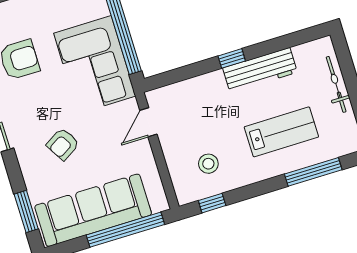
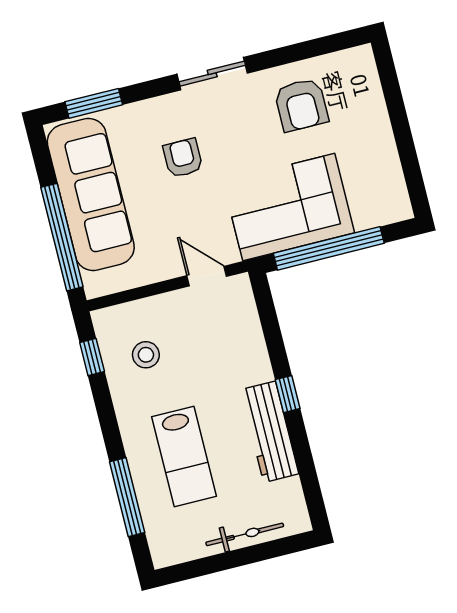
armchair: (63, 144) -> (183, 158), turned 31

